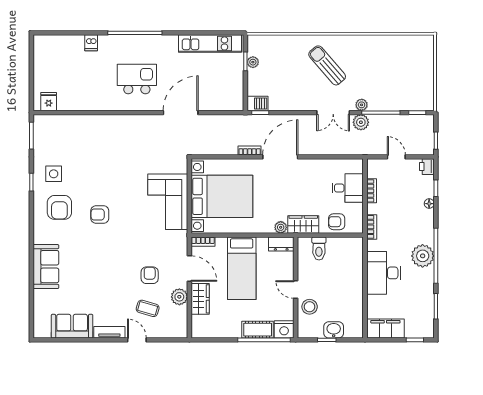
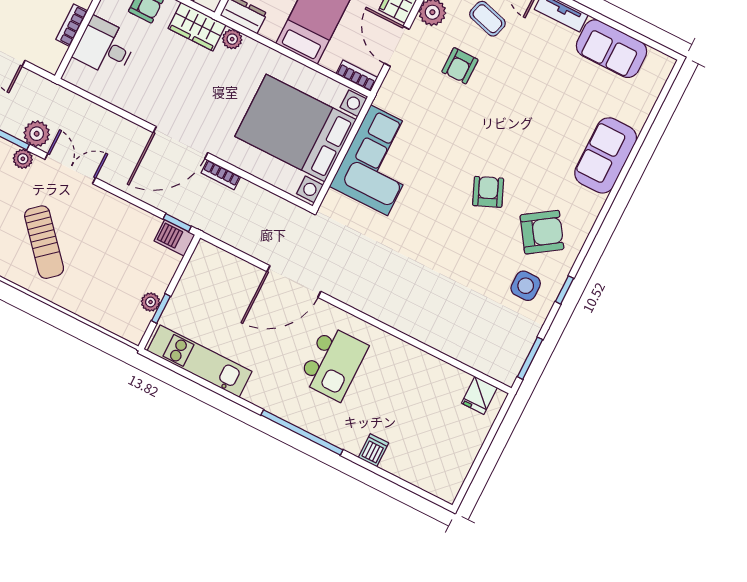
kitchen island: (137, 79) -> (333, 363), turned -90
armchair: (59, 207) -> (542, 232), turned 56
armchair: (100, 215) -> (488, 192), turned -113

